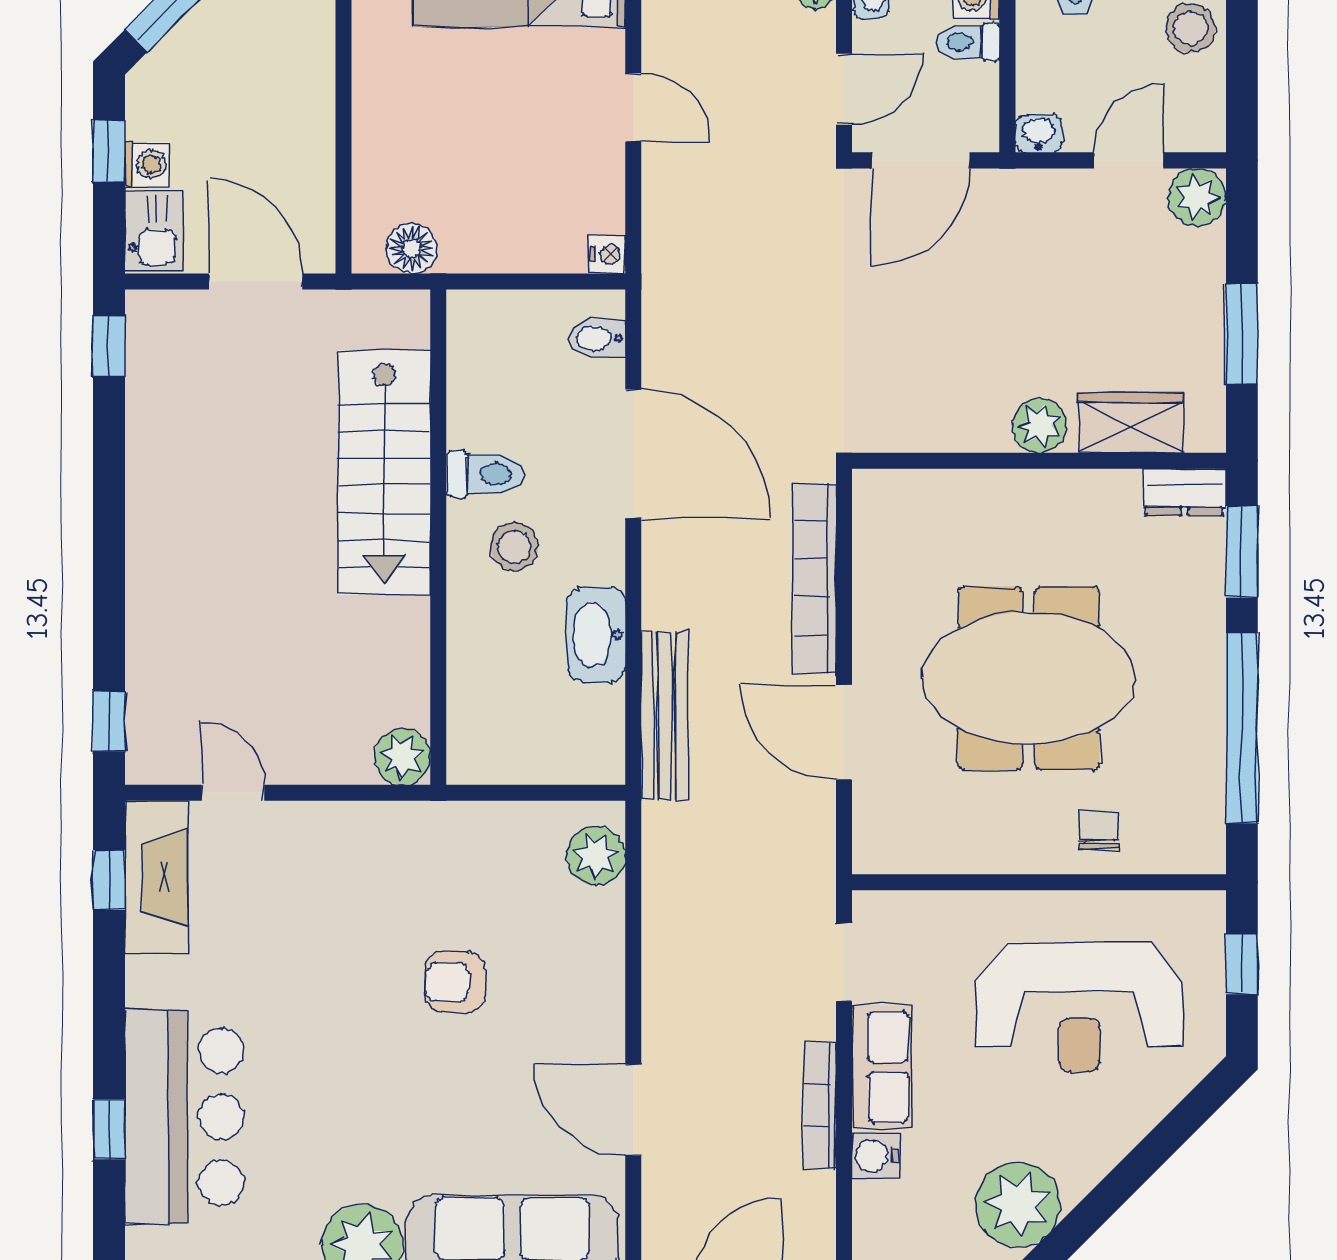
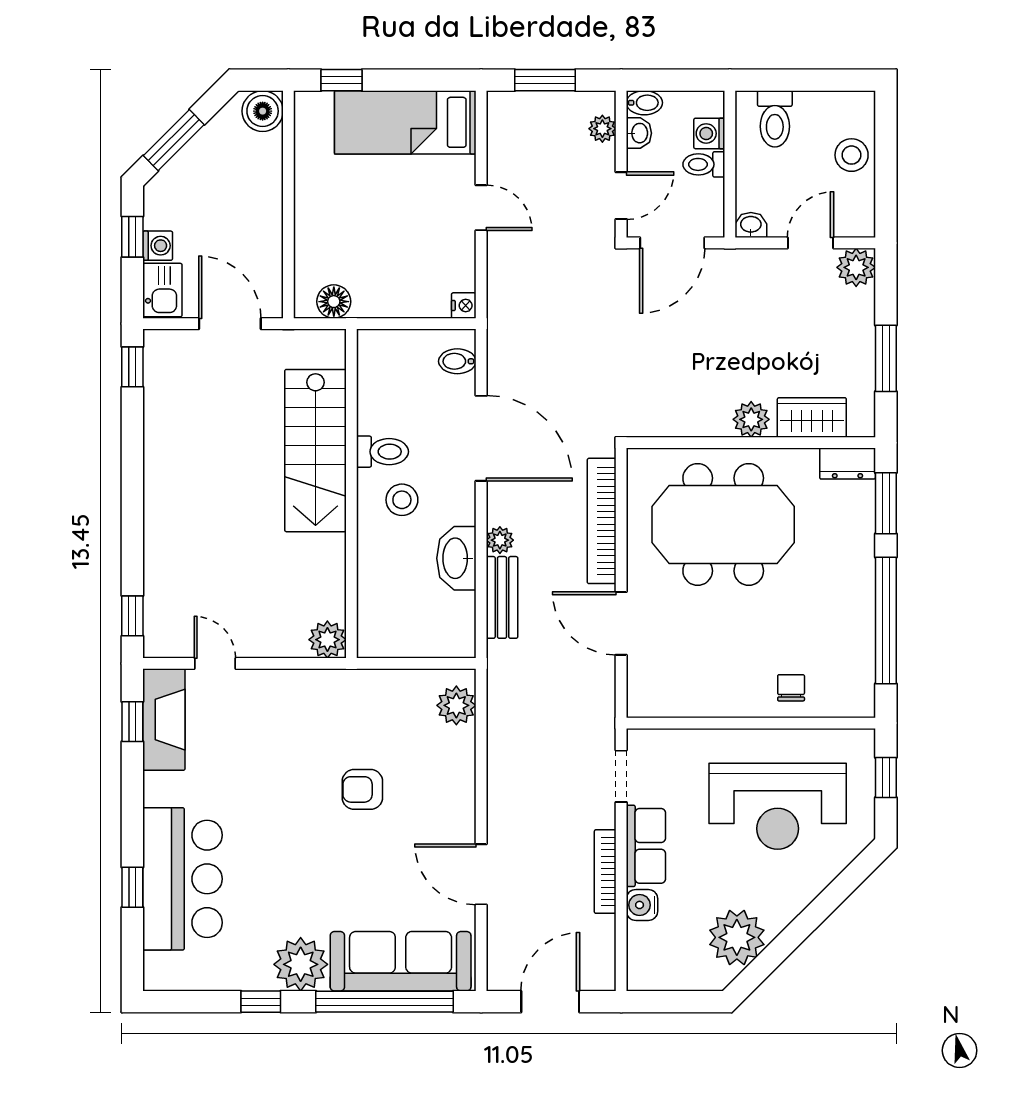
plant: (662, 607) -> (500, 540), added
meeting table: (1029, 678) -> (723, 524), moved
bench: (665, 716) -> (502, 597), width x0.73

